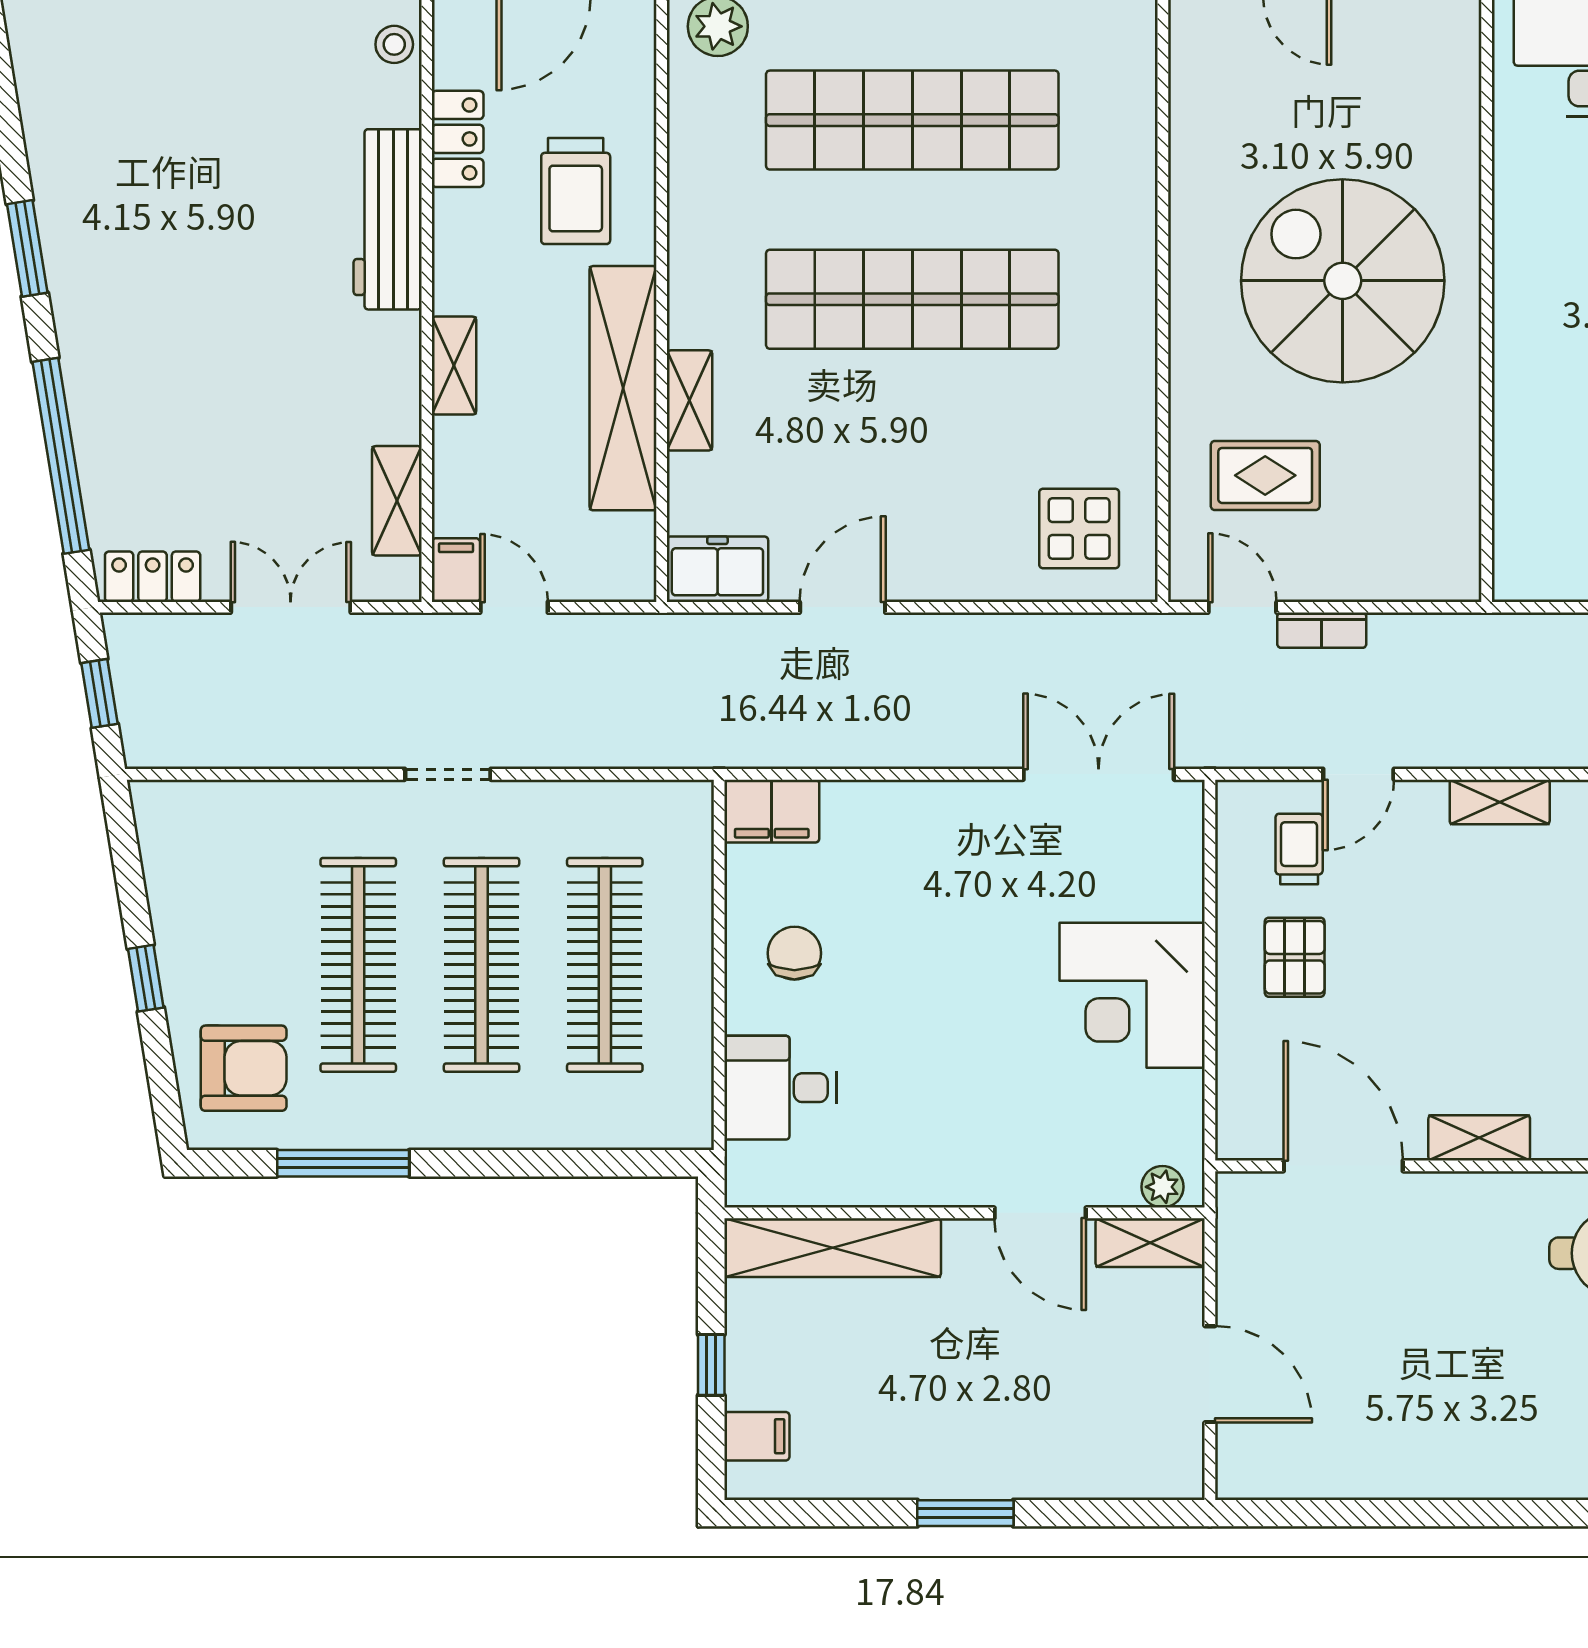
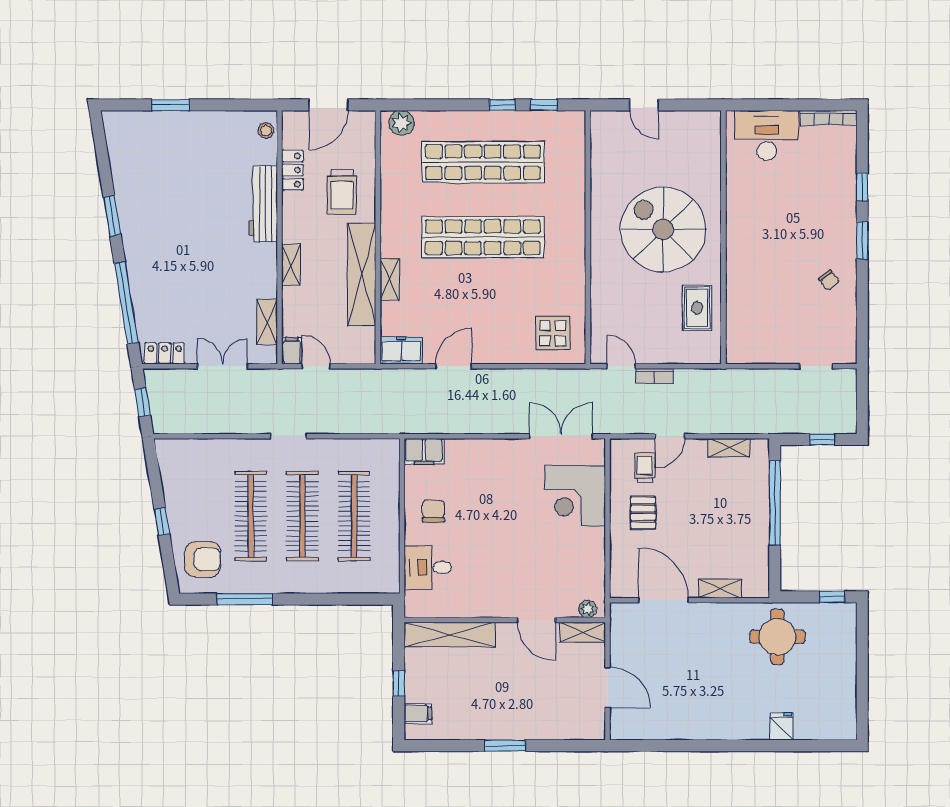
rug: (1265, 475) -> (697, 308), moved, turned 90
corner desk: (1132, 995) -> (575, 496), moved

